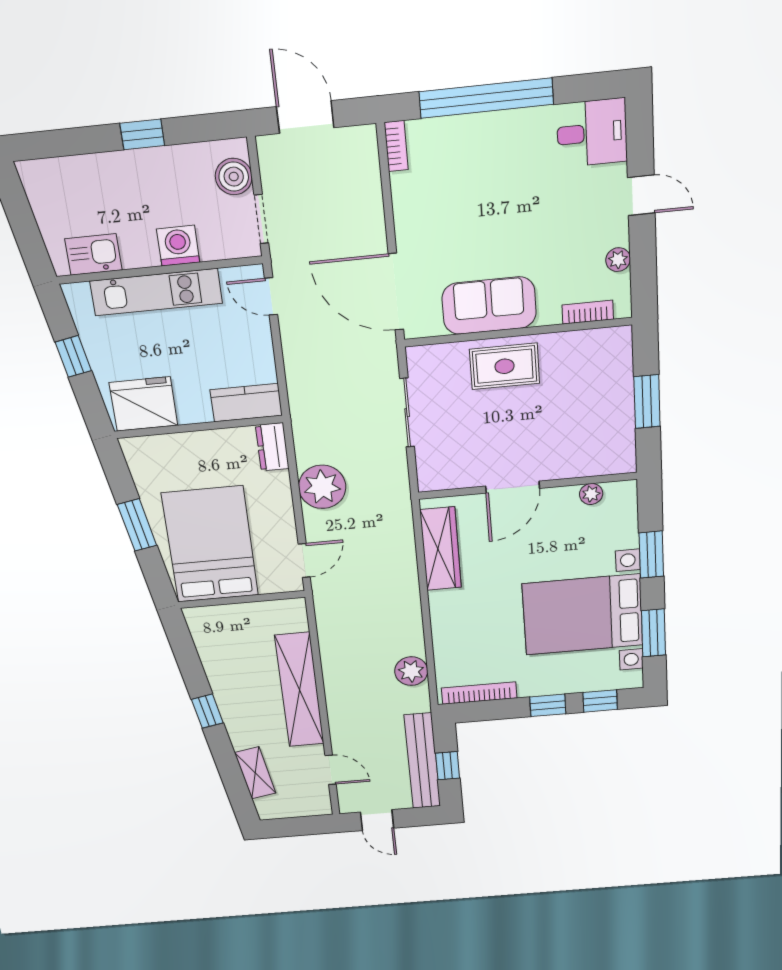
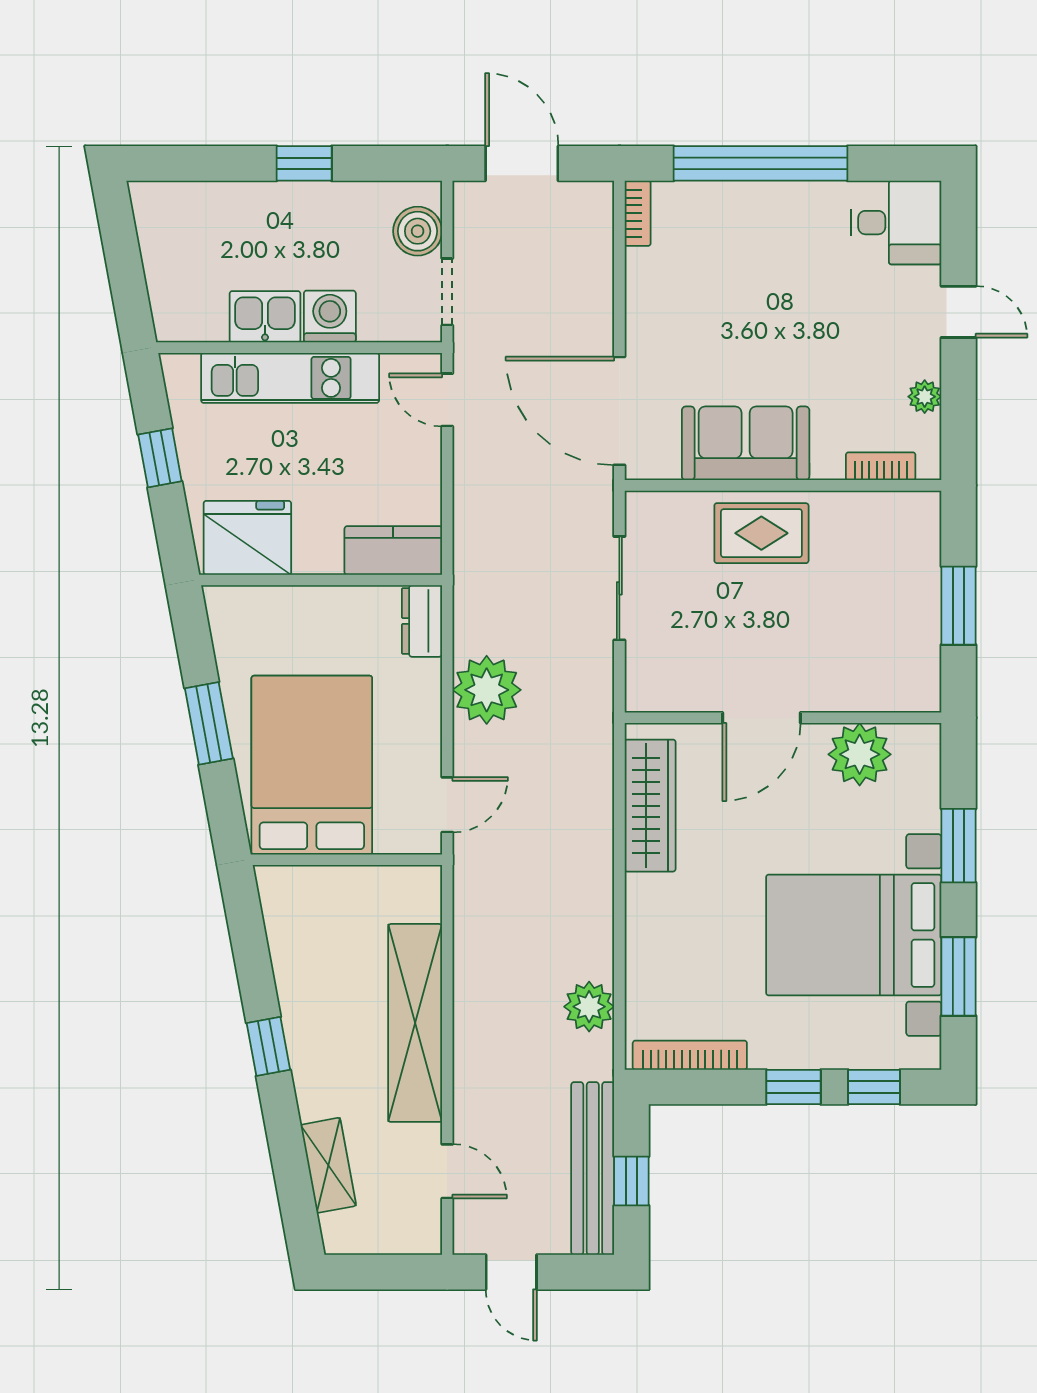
kitchen sink: (93, 254) -> (265, 317), moved
plant: (591, 494) -> (860, 754), width x1.88, depth x1.88

